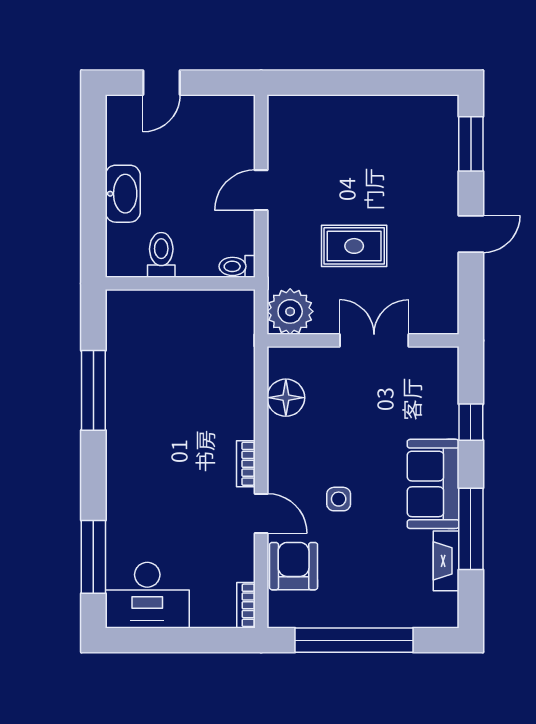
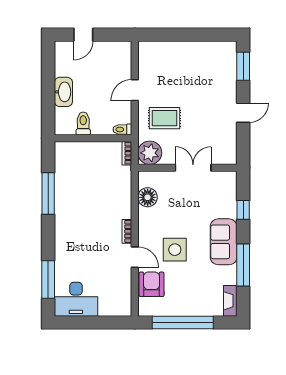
rug: (354, 246) -> (165, 118), moved
side table: (339, 499) -> (175, 250), width x1.87, depth x1.87
fireplace: (446, 561) -> (230, 301), moved
bookcase: (246, 605) -> (127, 153), moved

